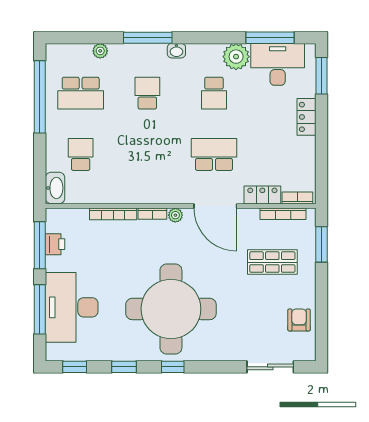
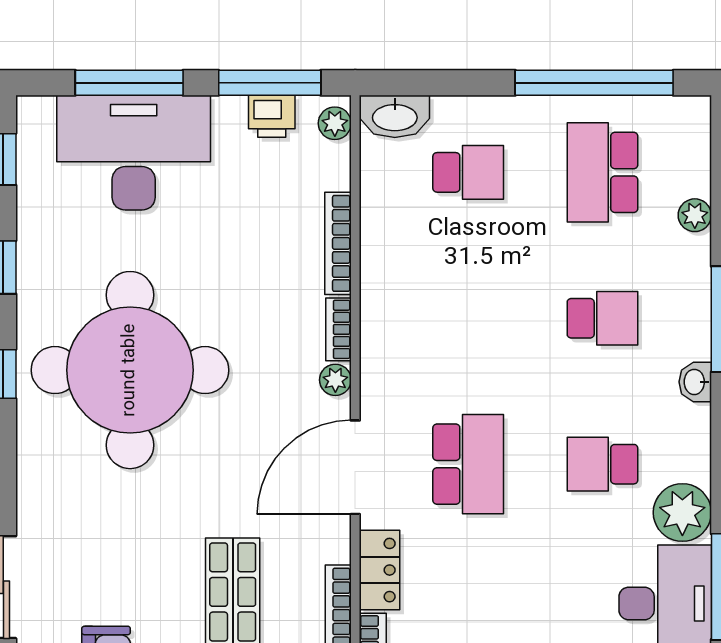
plant: (58, 215) -> (335, 123), added

